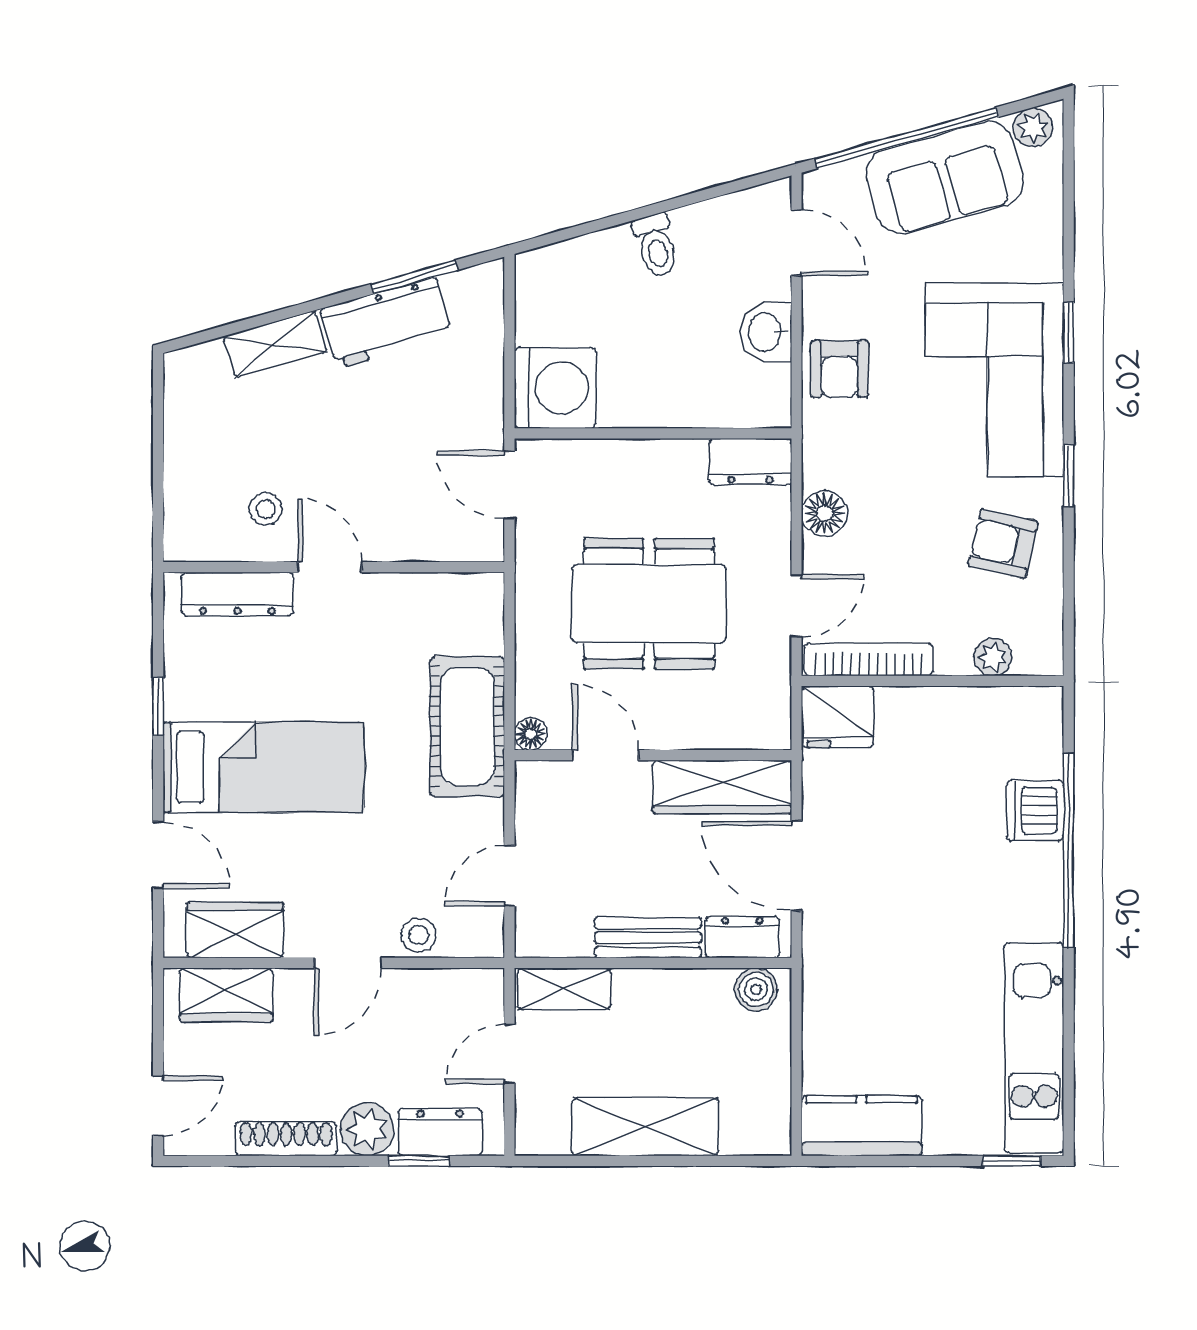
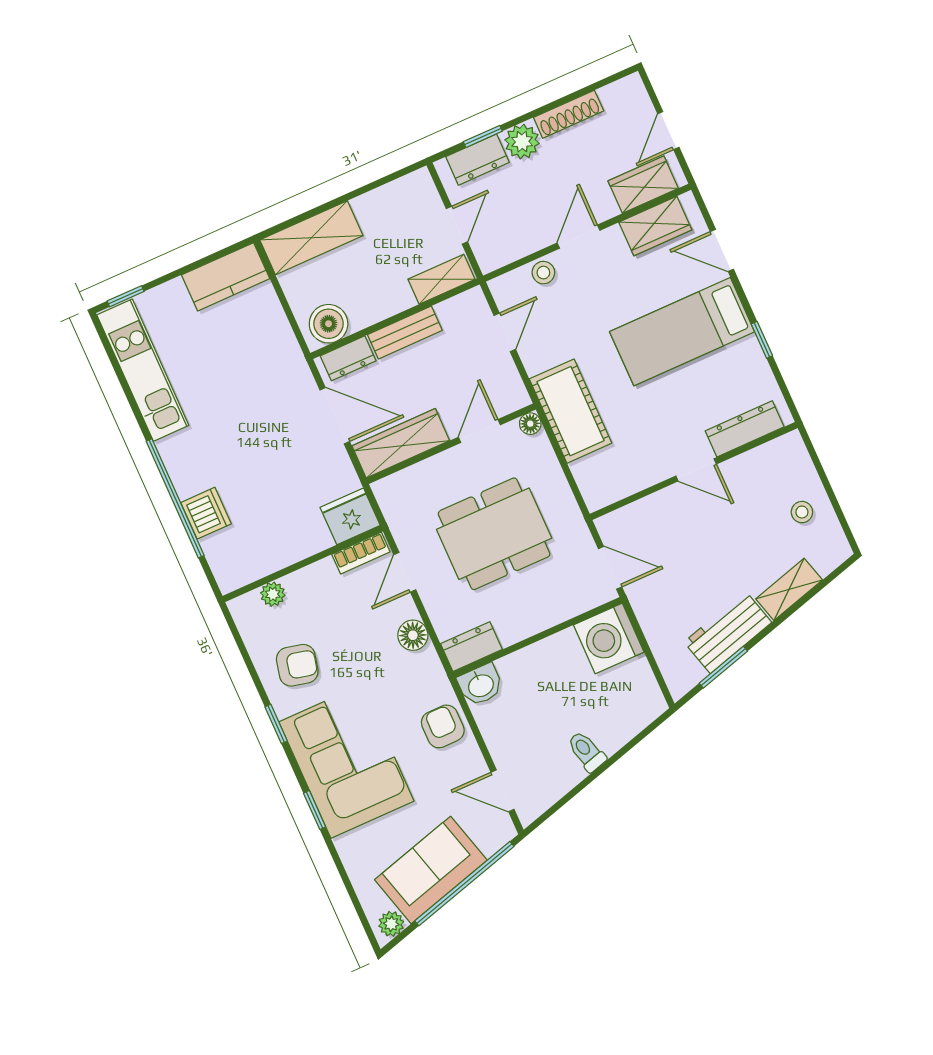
washbasin: (766, 332) -> (481, 685), moved, turned 90
stool: (266, 509) -> (802, 512), moved
bookcase: (868, 659) -> (361, 553), width x0.64
door: (606, 755) -> (479, 431), swing flipped
boiler: (756, 989) -> (329, 324), width x1.36, depth x1.36
door: (158, 1106) -> (668, 131), moved
shelving: (645, 1127) -> (311, 238), moved

